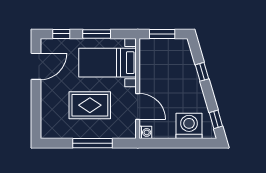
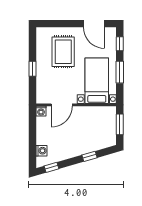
rug: (90, 105) -> (63, 52), moved
washing machine: (189, 126) -> (41, 151), width x0.53, depth x0.53
window: (92, 143) -> (32, 69), width x0.46

